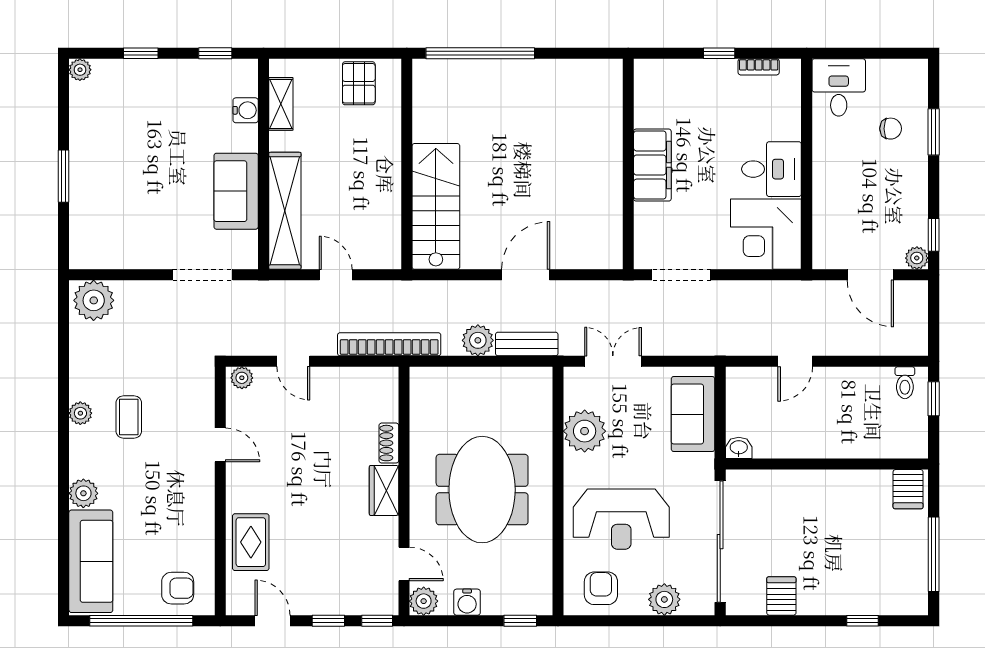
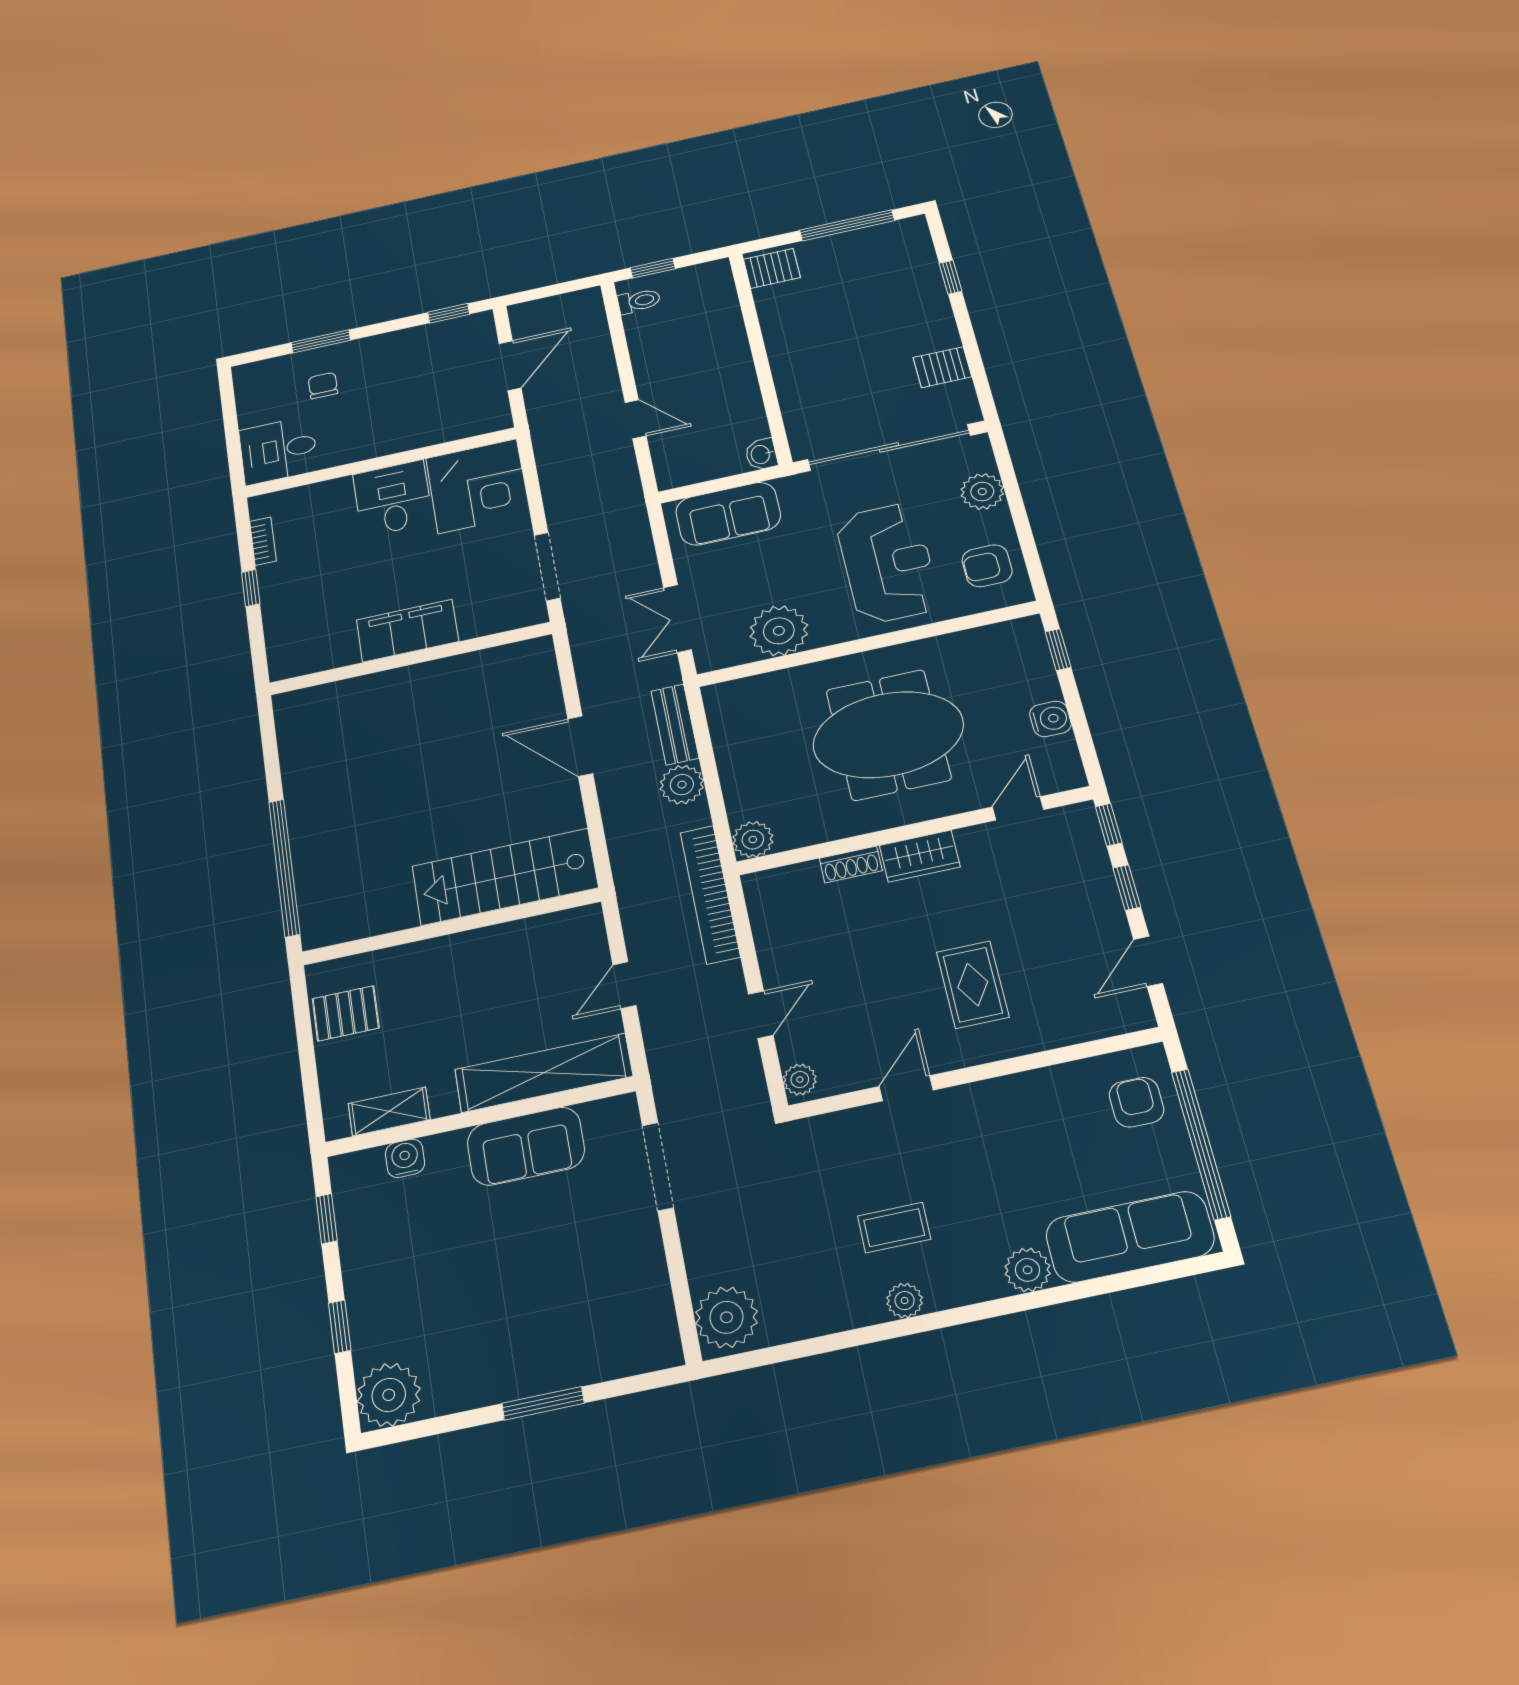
plant: (80, 70) -> (389, 1395), width x1.87, depth x1.87
plant: (917, 258) -> (480, 324), removed
rug: (251, 542) -> (973, 985), moved, turned 90
plant: (424, 601) -> (753, 840), moved

